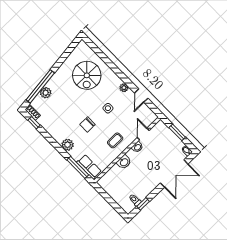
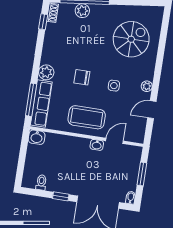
spiral stairs: (87, 75) -> (131, 39), turned 180
coffee table: (115, 140) -> (87, 117), width x1.86, depth x1.72
washbasin: (124, 162) -> (37, 137), moved
row of seats: (89, 167) -> (41, 104), width x1.48
window: (143, 204) -> (61, 196), moved

